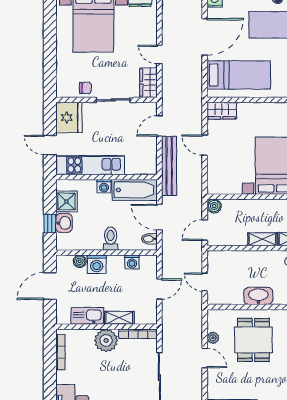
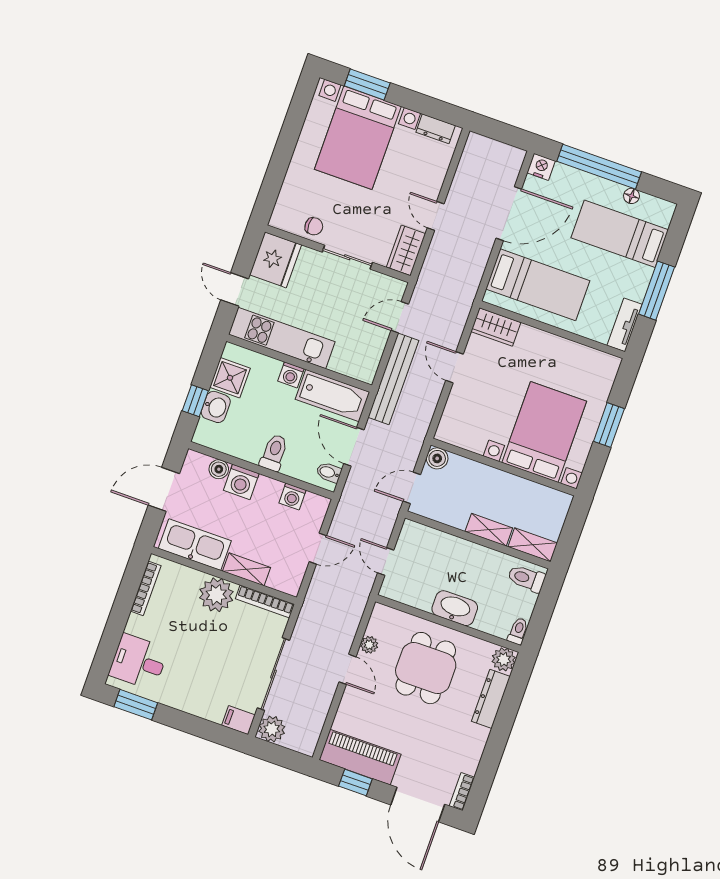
kitchen sink: (87, 316) -> (195, 545), width x1.36, depth x1.24

